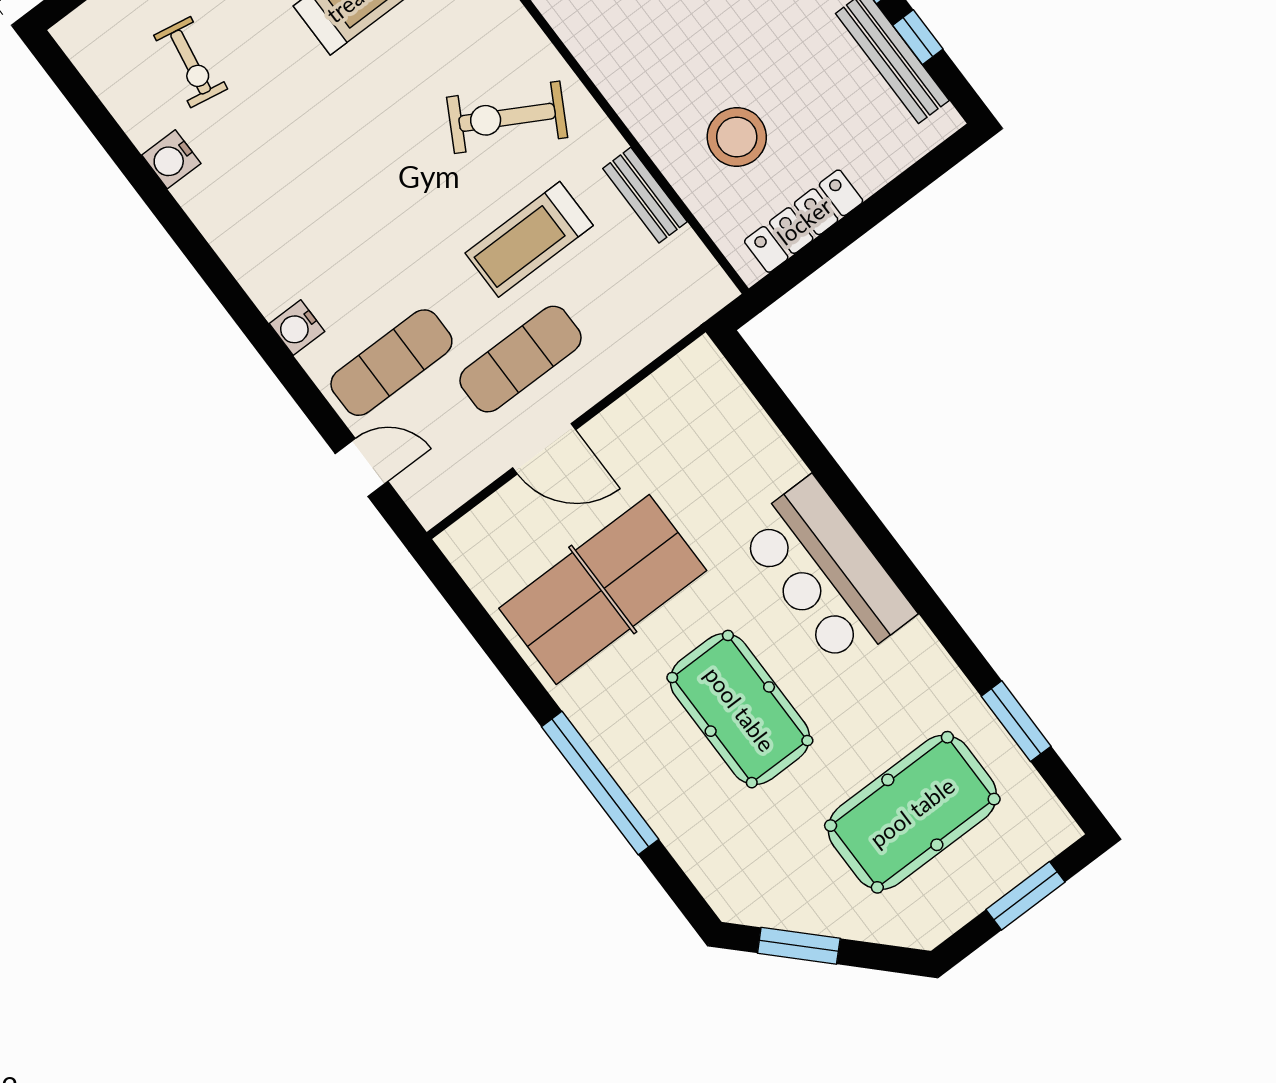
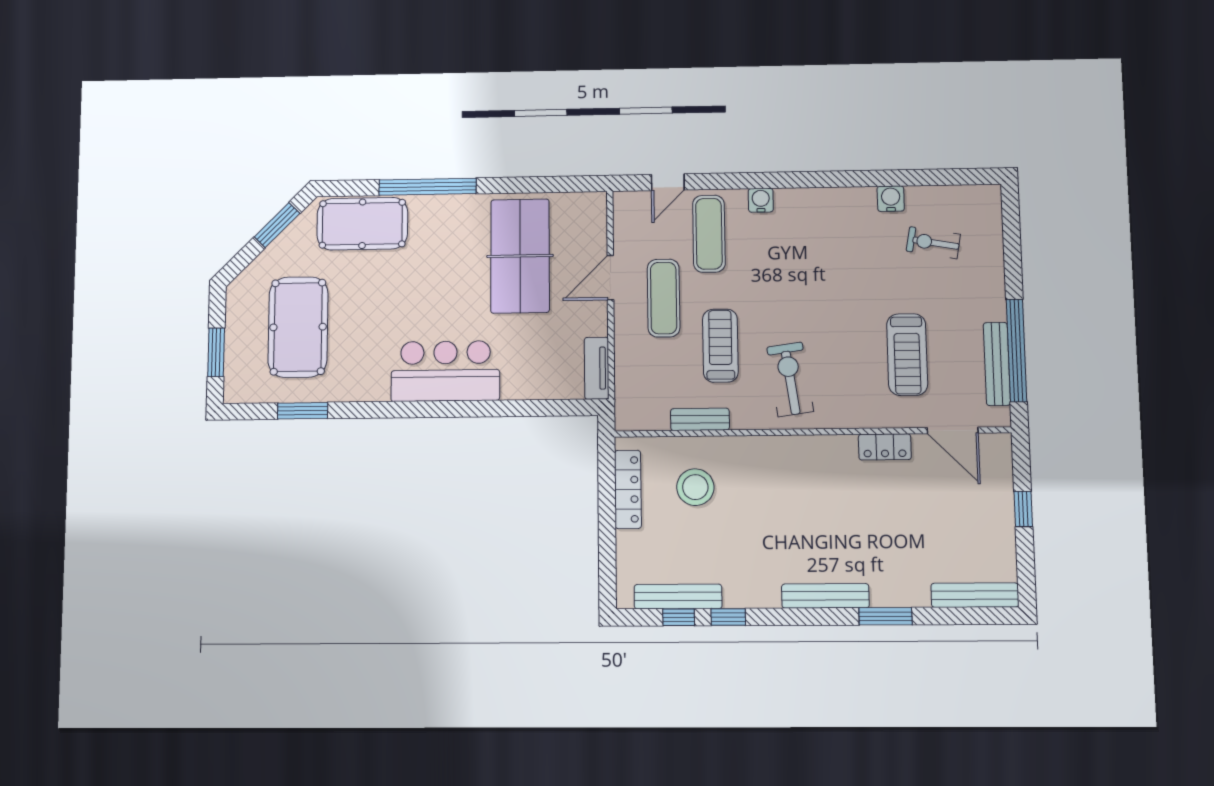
exercise bike: (507, 117) -> (790, 379), turned -37
tv unit: (677, 378) -> (597, 368), added
pool table: (740, 709) -> (362, 224), moved

